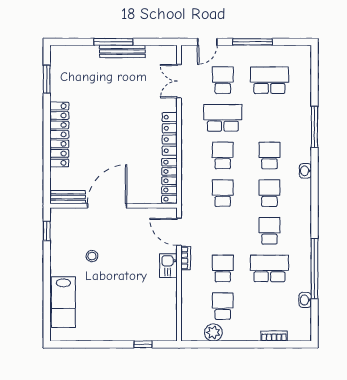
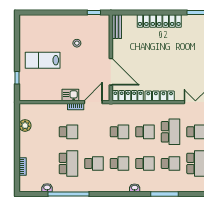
door: (107, 206) -> (111, 72), moved
lab bench: (63, 302) -> (43, 60), moved
school desk: (223, 306) -> (171, 163), moved

